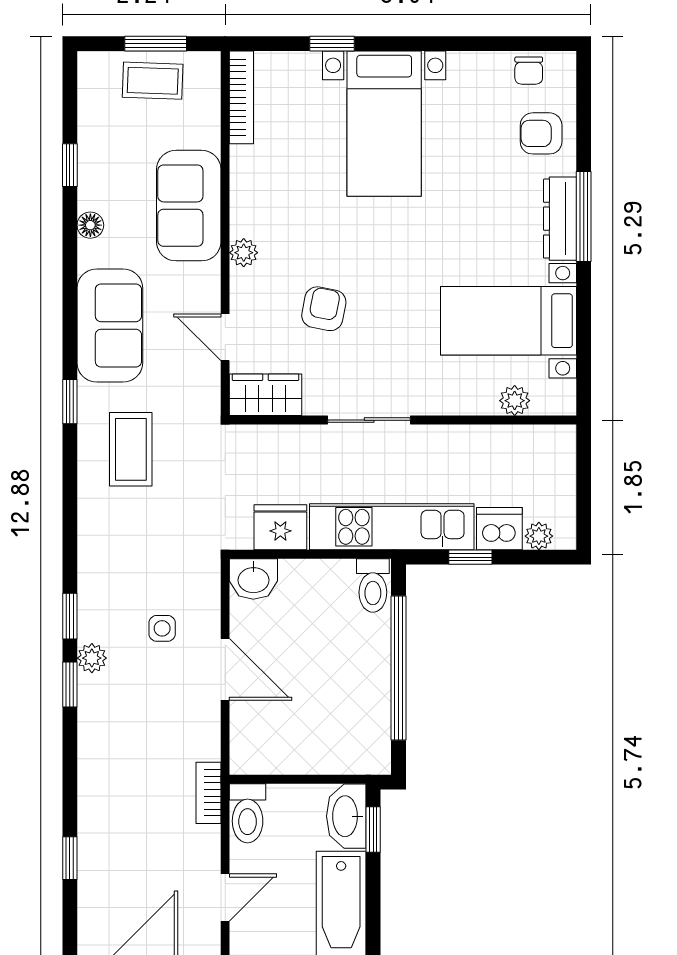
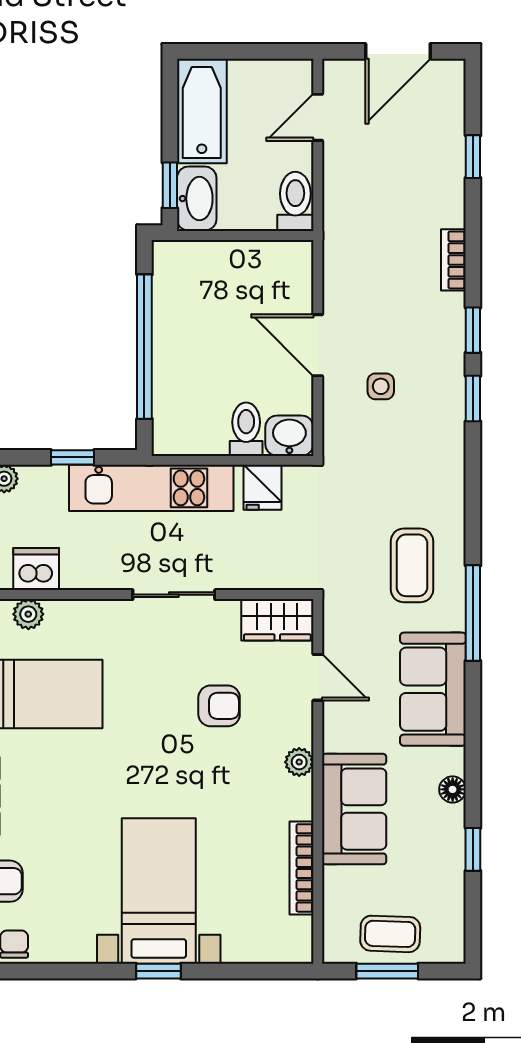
window: (332, 44) -> (158, 971), moved
bookcase: (241, 97) -> (301, 868), moved
armchair: (324, 309) -> (219, 706), turned -101
window: (70, 402) -> (473, 613), width x2.17
fridge: (280, 527) -> (262, 487), width x0.72
dishwasher: (499, 529) -> (36, 569), moved, turned 180
toilet: (373, 586) -> (246, 429), moved
plant: (92, 658) -> (451, 357), removed
bookcase: (208, 793) -> (453, 260), moved, turned 180

